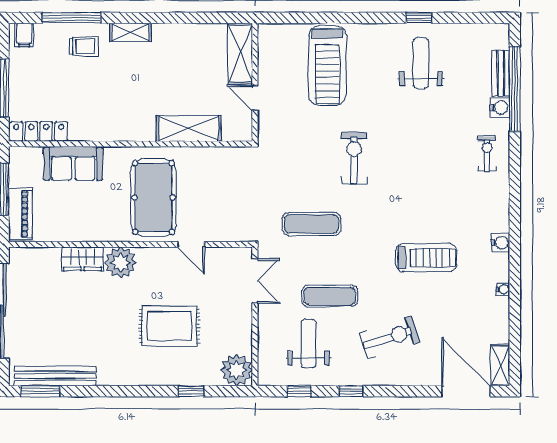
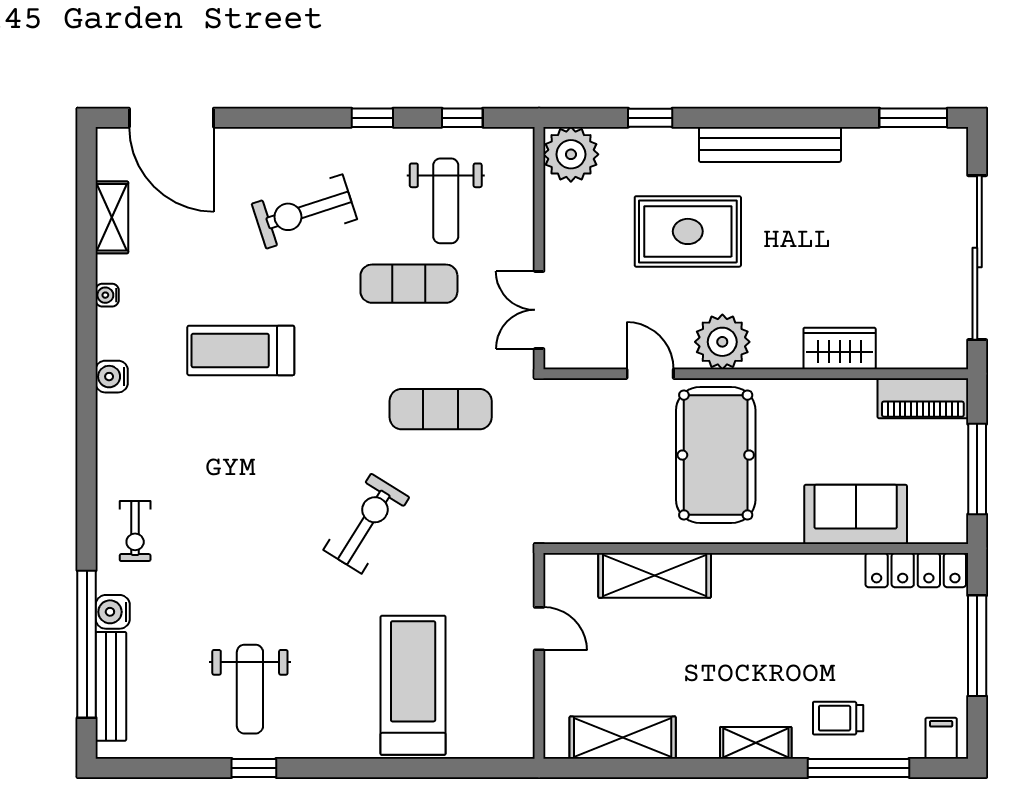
shelving: (240, 54) -> (623, 738), moved, turned 90
bench: (501, 73) -> (111, 686), width x1.36
exercise bike: (354, 158) -> (366, 524), turned -148
piano: (20, 214) -> (923, 398), moved, turned -90
plant: (121, 263) -> (722, 342), moved
shelving: (500, 365) -> (112, 217), moved
bench: (55, 376) -> (770, 144), moved

